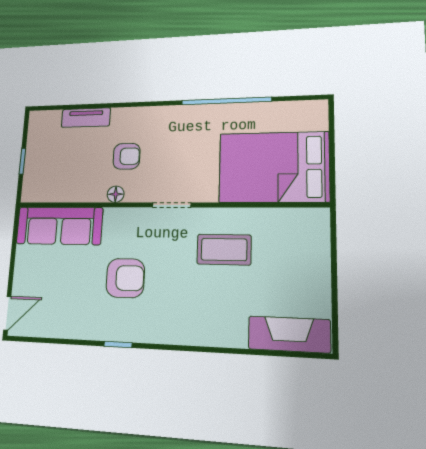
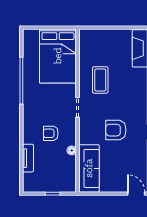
armchair: (127, 156) -> (51, 133), turned -90
floor lamp: (116, 194) -> (72, 150), moved
armchair: (125, 278) -> (116, 130), turned -90

